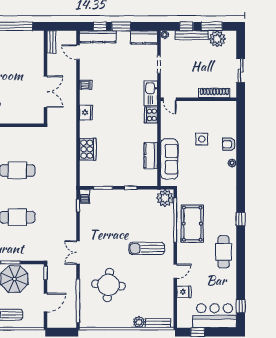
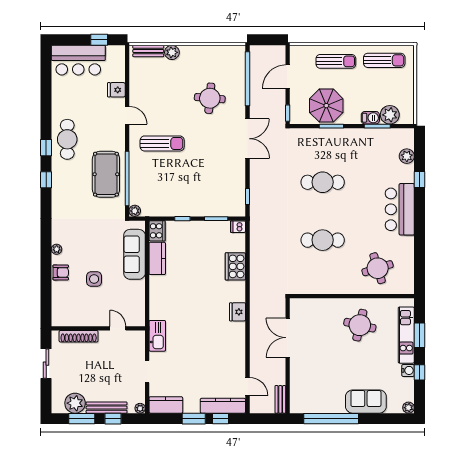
dishwasher: (86, 85) -> (238, 227), moved
door: (170, 99) -> (118, 328), moved
cooker: (151, 115) -> (157, 231), moved
barbecue: (85, 197) -> (239, 208), removed
plant: (165, 198) -> (135, 211), width x0.53, depth x0.53
double door: (78, 252) -> (247, 139), width x1.37
door: (175, 271) -> (127, 115), swing flipped
round table: (108, 285) -> (210, 98), width x0.73, depth x0.73
window: (241, 306) -> (46, 148), moved

